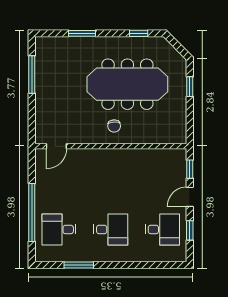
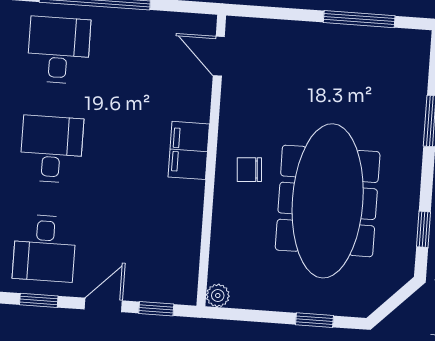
plant: (181, 138) -> (218, 295), added
filing cabinet: (106, 158) -> (189, 150), added
door: (190, 197) -> (103, 305), hinge flipped
desk: (111, 229) -> (52, 149), turned 180

